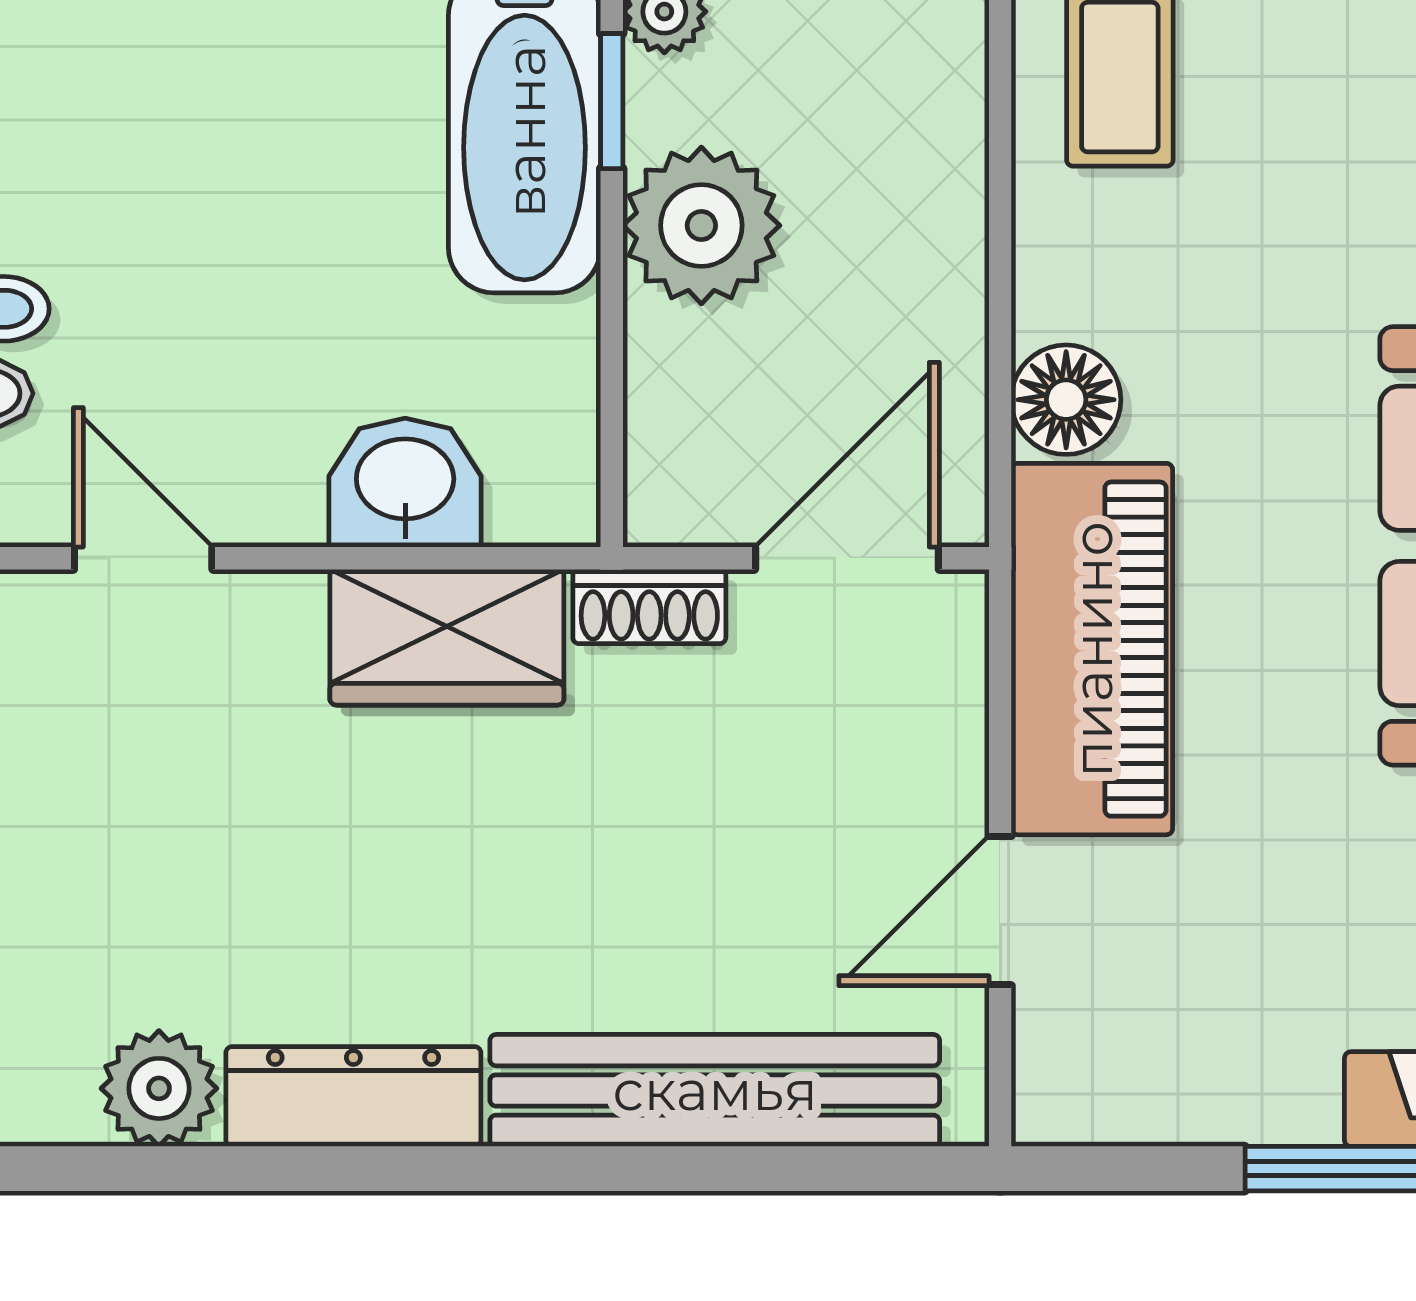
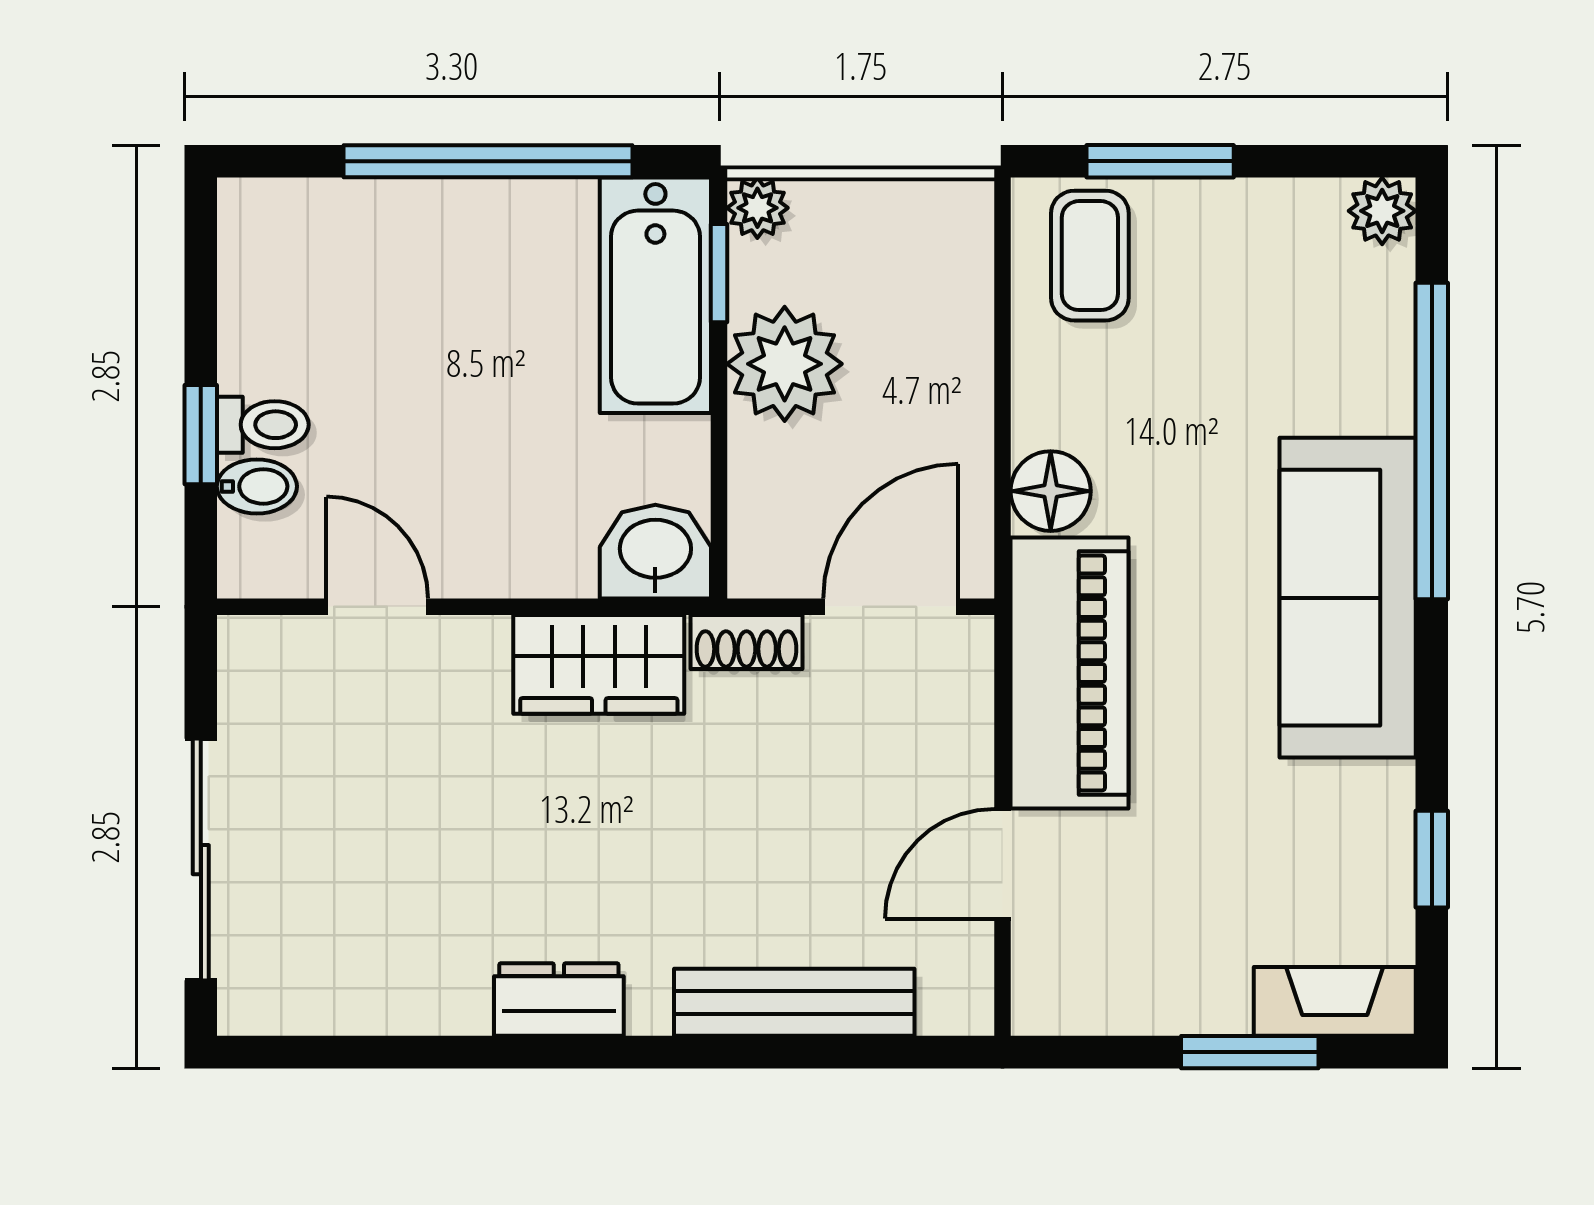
washbasin: (405, 483) -> (655, 552), moved
plant: (159, 1088) -> (389, 994), removed
bench: (715, 1090) -> (794, 1002), width x0.73, depth x0.82
dresser: (353, 1096) -> (559, 999), width x0.70

